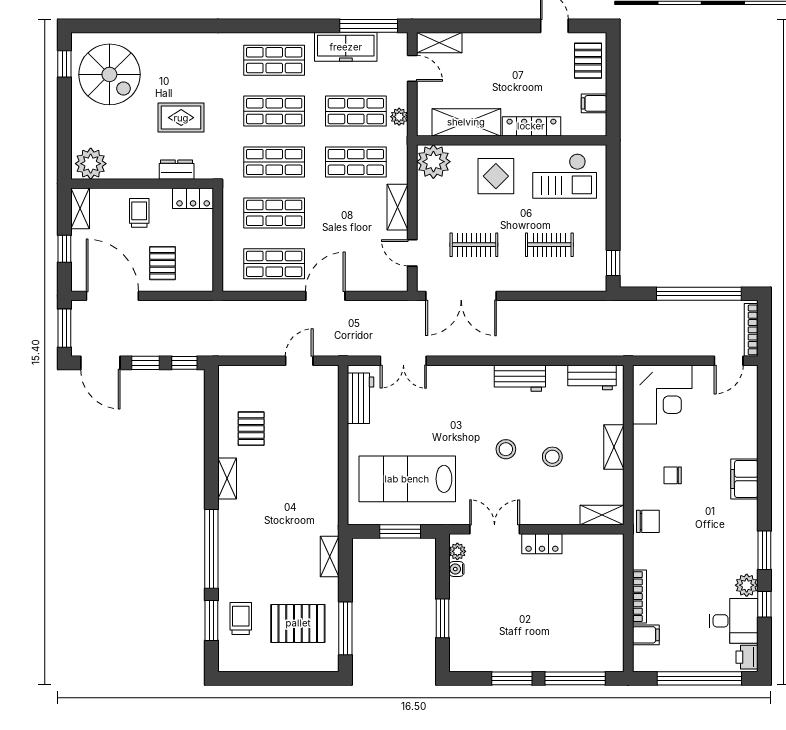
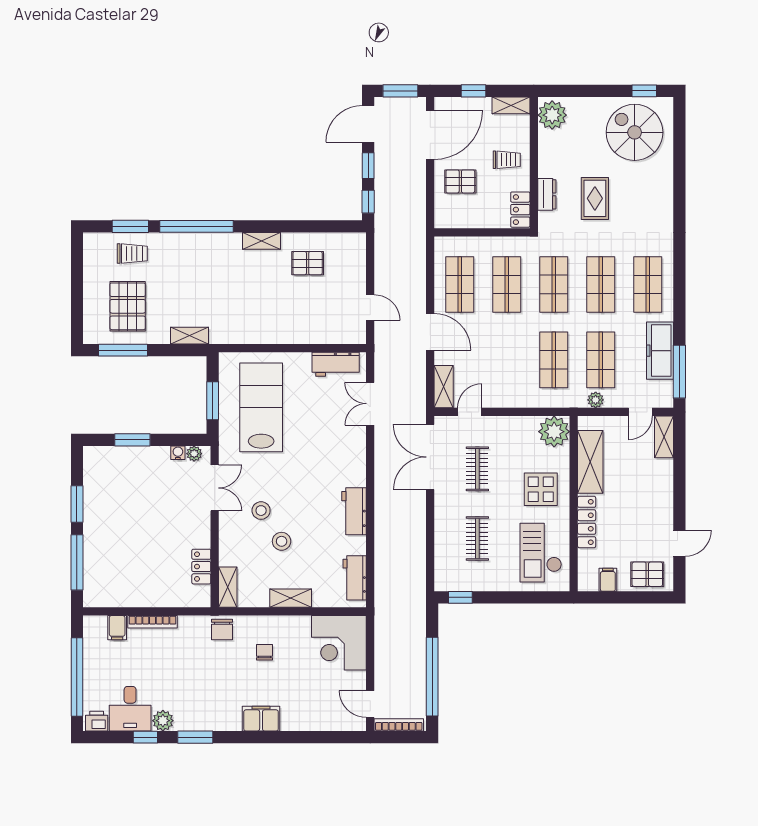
spiral stairs: (109, 74) -> (635, 132), turned 90
shelving: (398, 207) -> (444, 387), moved, turned 90
stool: (506, 449) -> (261, 511), moved
locker: (542, 544) -> (201, 567), moved

